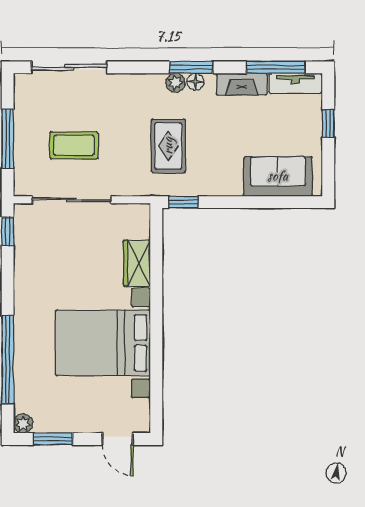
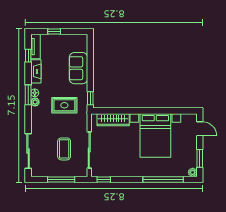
window: (276, 67) -> (28, 56), width x0.46
sofa: (278, 176) -> (78, 68), moved
wardrobe: (137, 263) -> (113, 120), width x1.50
door: (118, 439) -> (200, 129), hinge flipped

